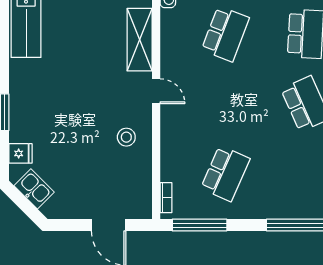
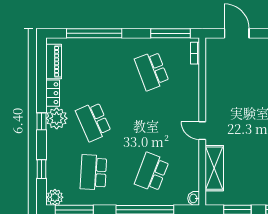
stool: (126, 137) -> (224, 97), removed
school desk: (225, 173) -> (152, 71), turned -45

